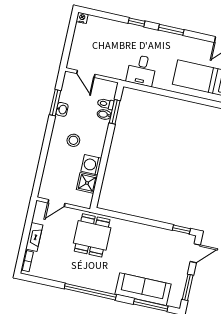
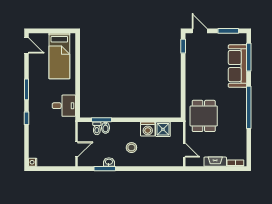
dining table: (92, 235) -> (204, 116), turned 90

